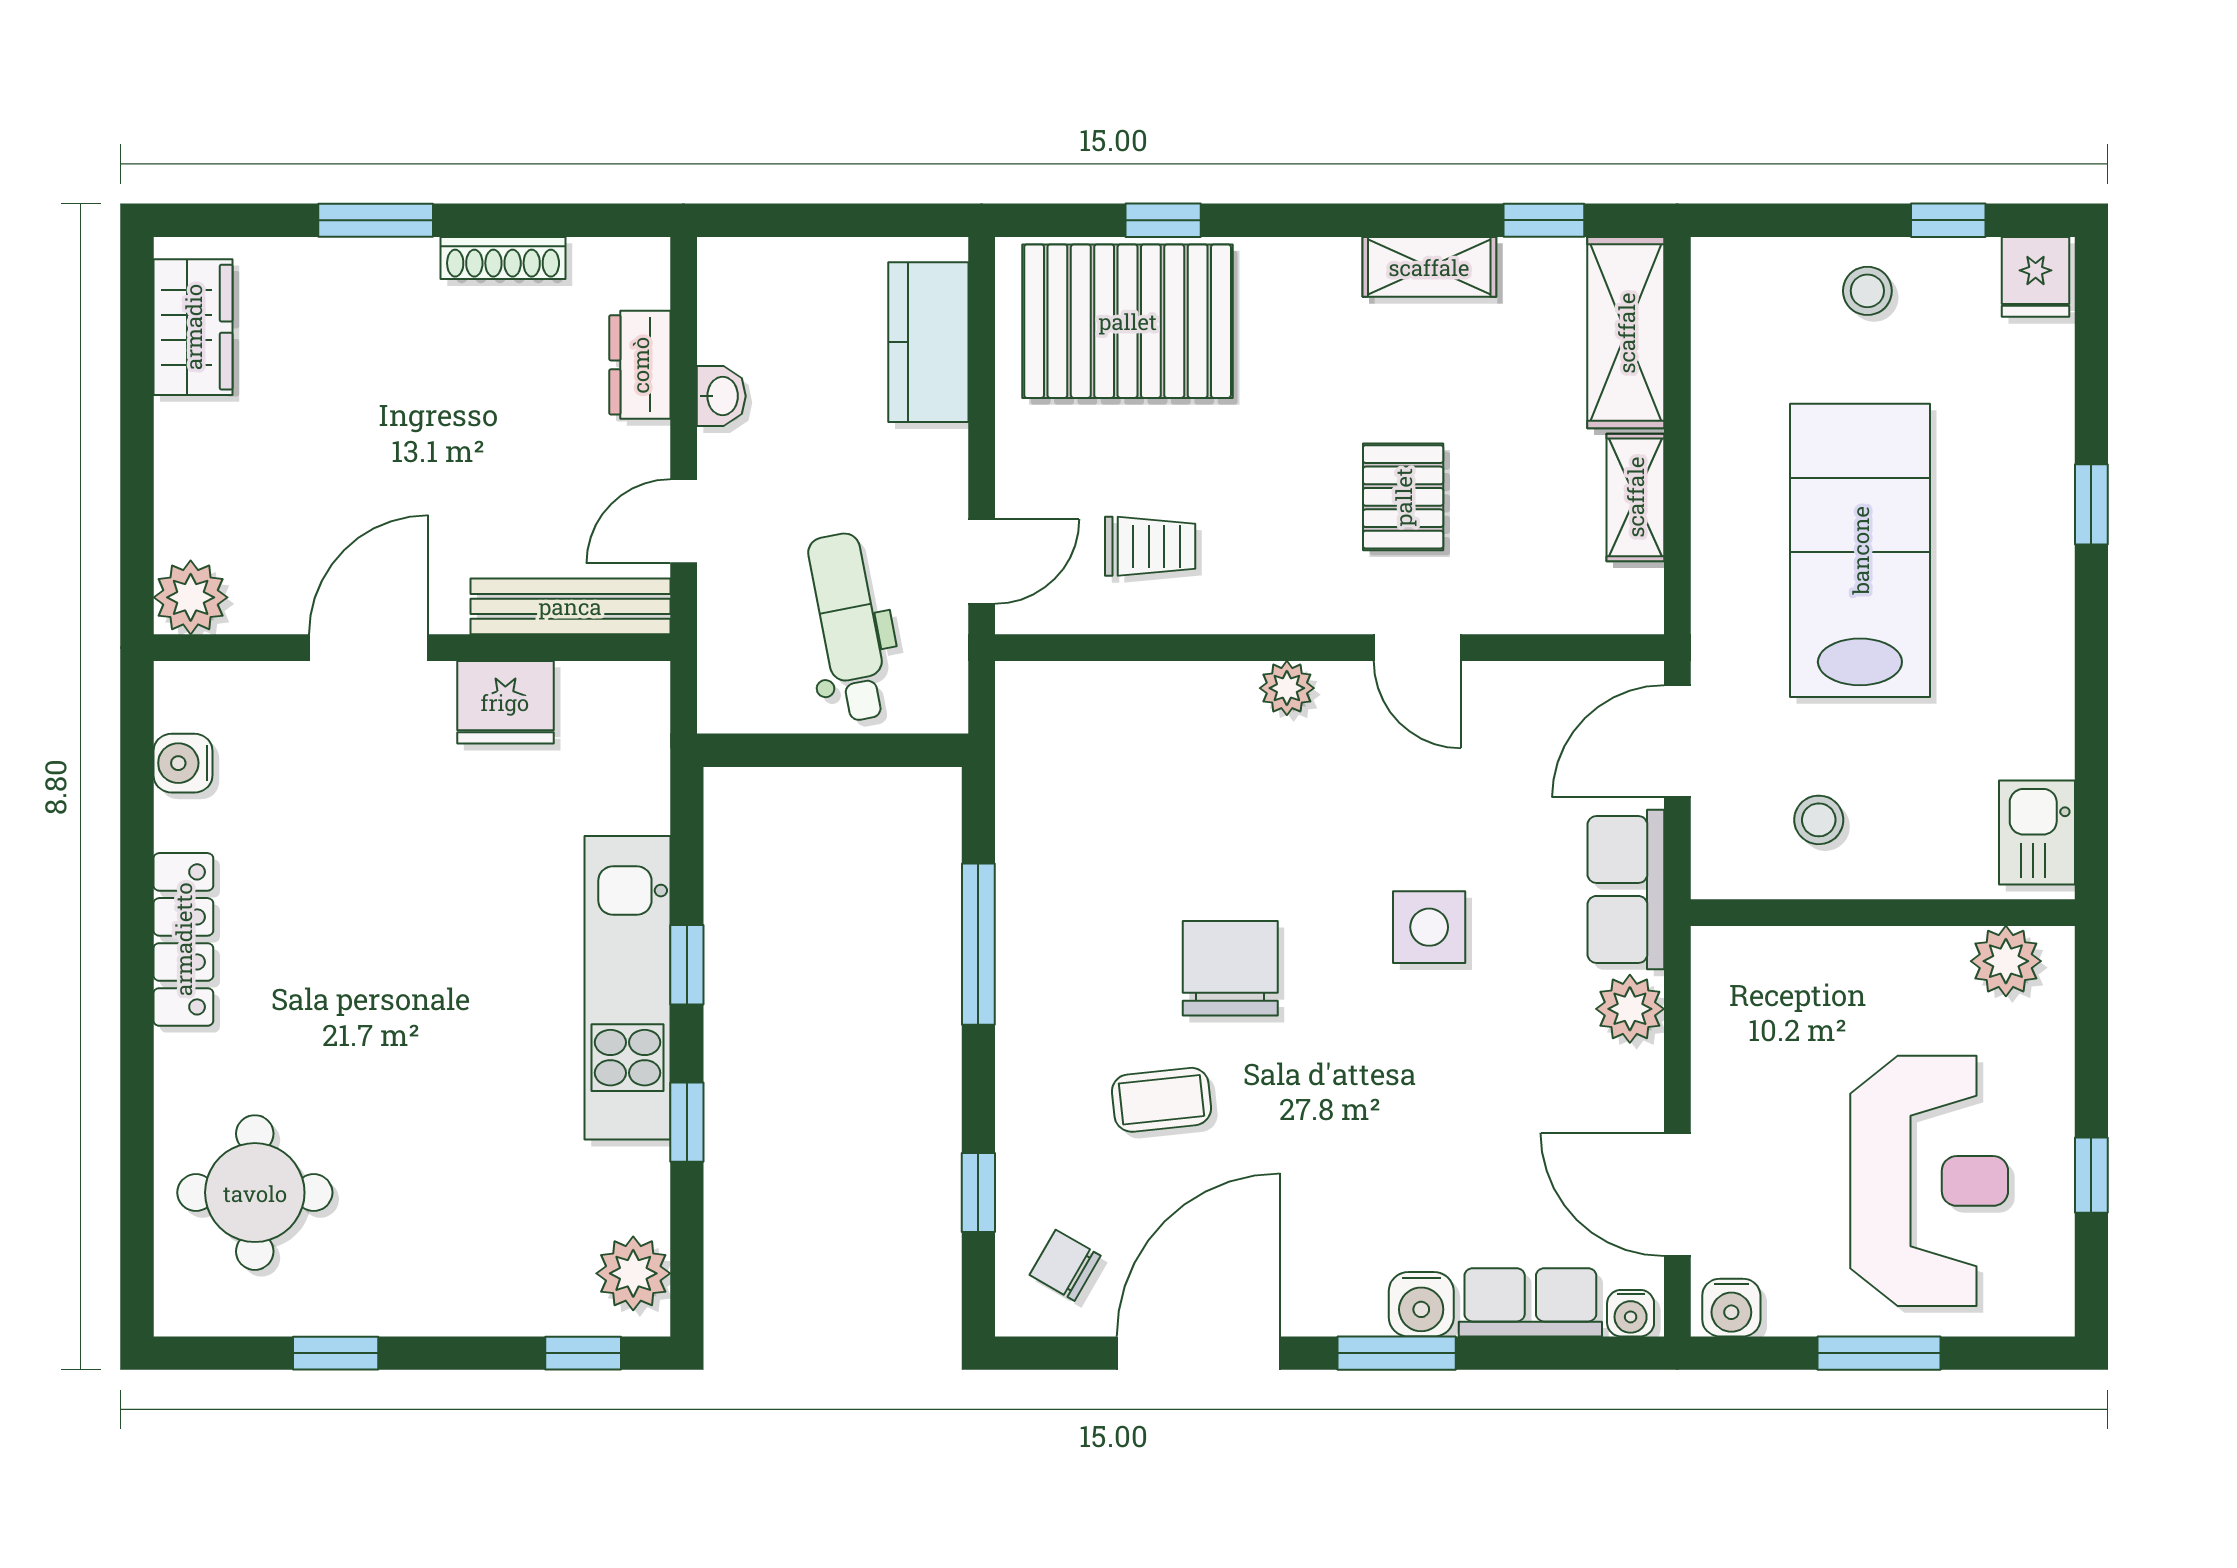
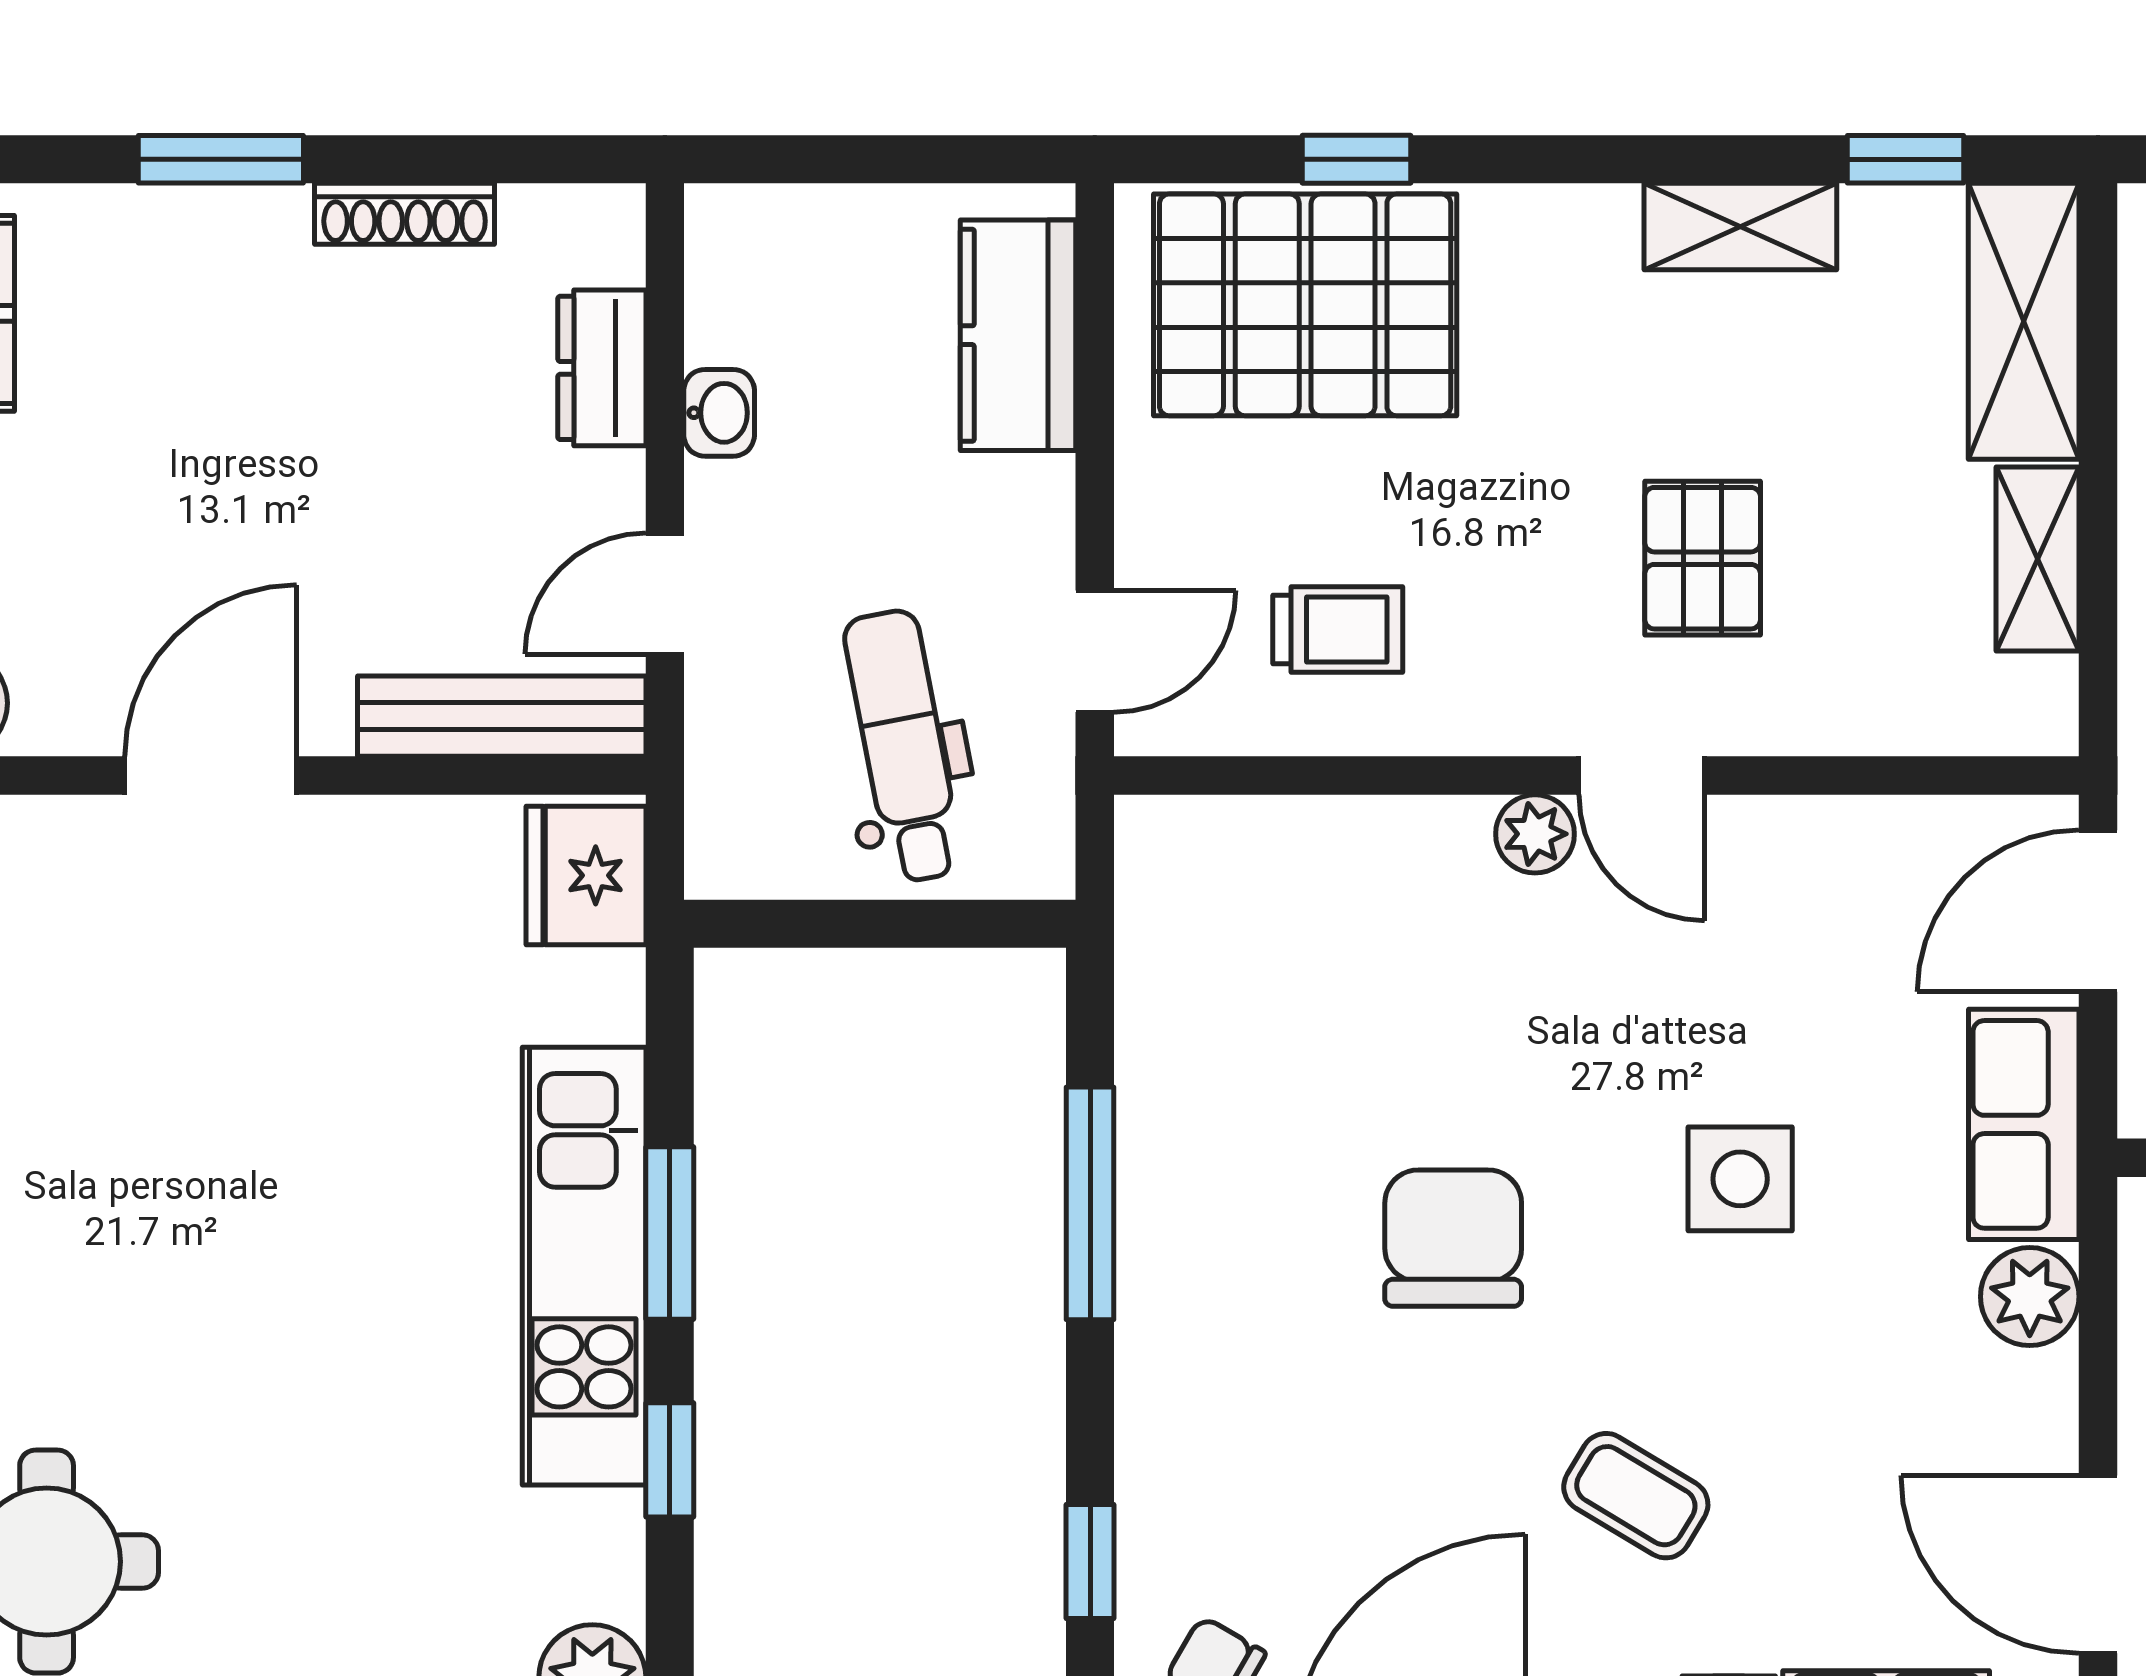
door: (1417, 648) -> (1642, 776), moved
fridge: (505, 702) -> (586, 875), moved, turned 90
window: (687, 965) -> (670, 1233), width x1.50
coffee table: (1162, 1100) -> (1636, 1496), moved, turned 37

